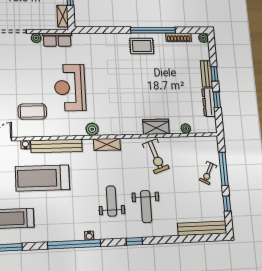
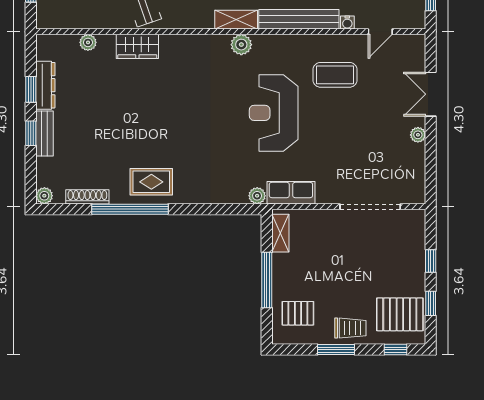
plant: (36, 38) -> (257, 196), moved
reception desk: (70, 87) -> (274, 113), turned 180
shelving: (107, 144) -> (236, 20), moved

